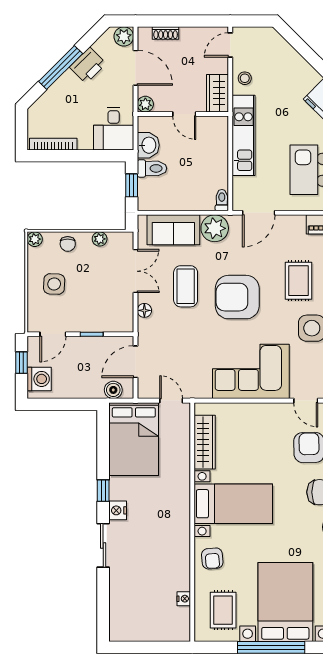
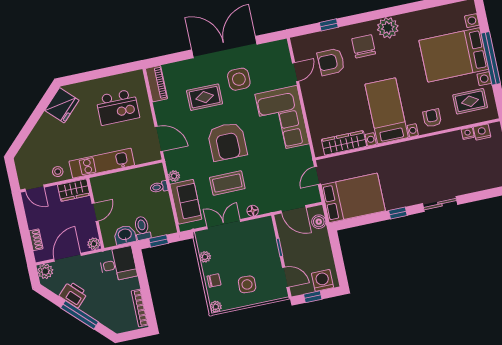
toilet: (222, 200) -> (159, 187), moved
plant: (215, 228) -> (174, 176), width x0.53, depth x0.53
nightstand: (118, 510) -> (482, 132), moved, turned 180
armchair: (212, 558) -> (432, 118), turned -85

